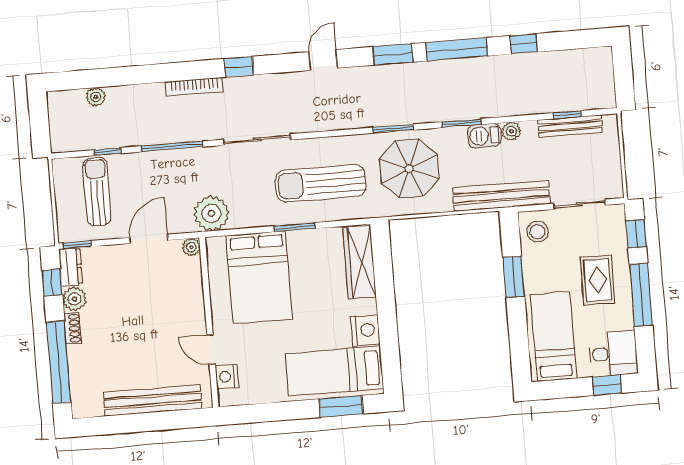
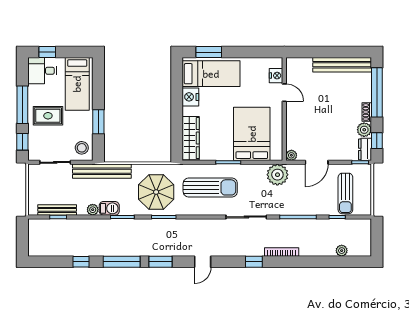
rug: (598, 280) -> (48, 116), turned 90
bench: (152, 400) -> (342, 65), moved

